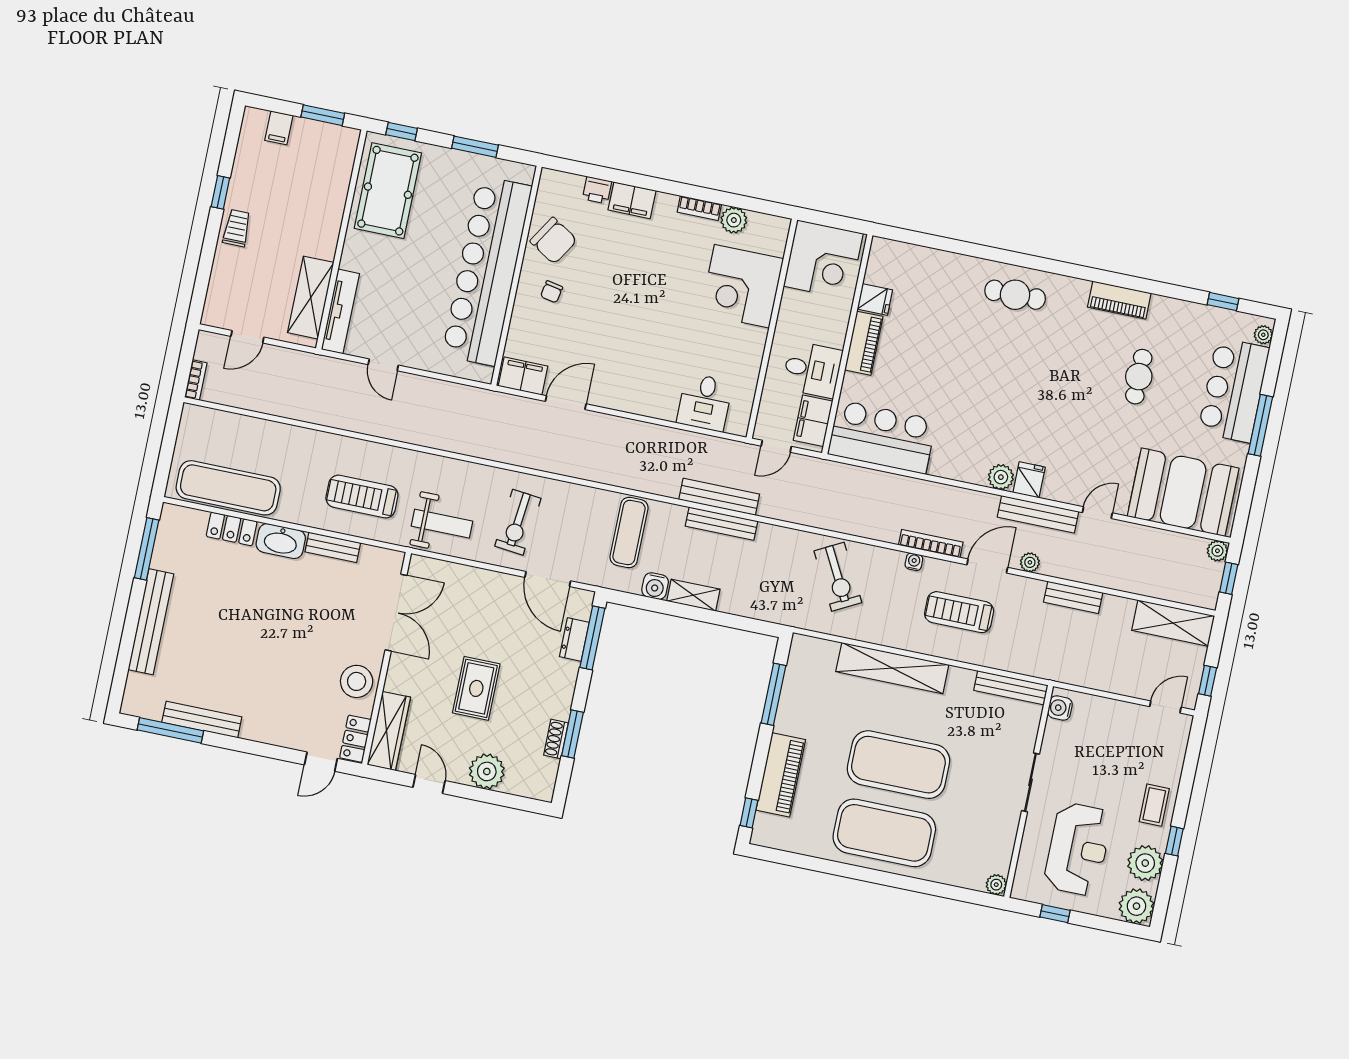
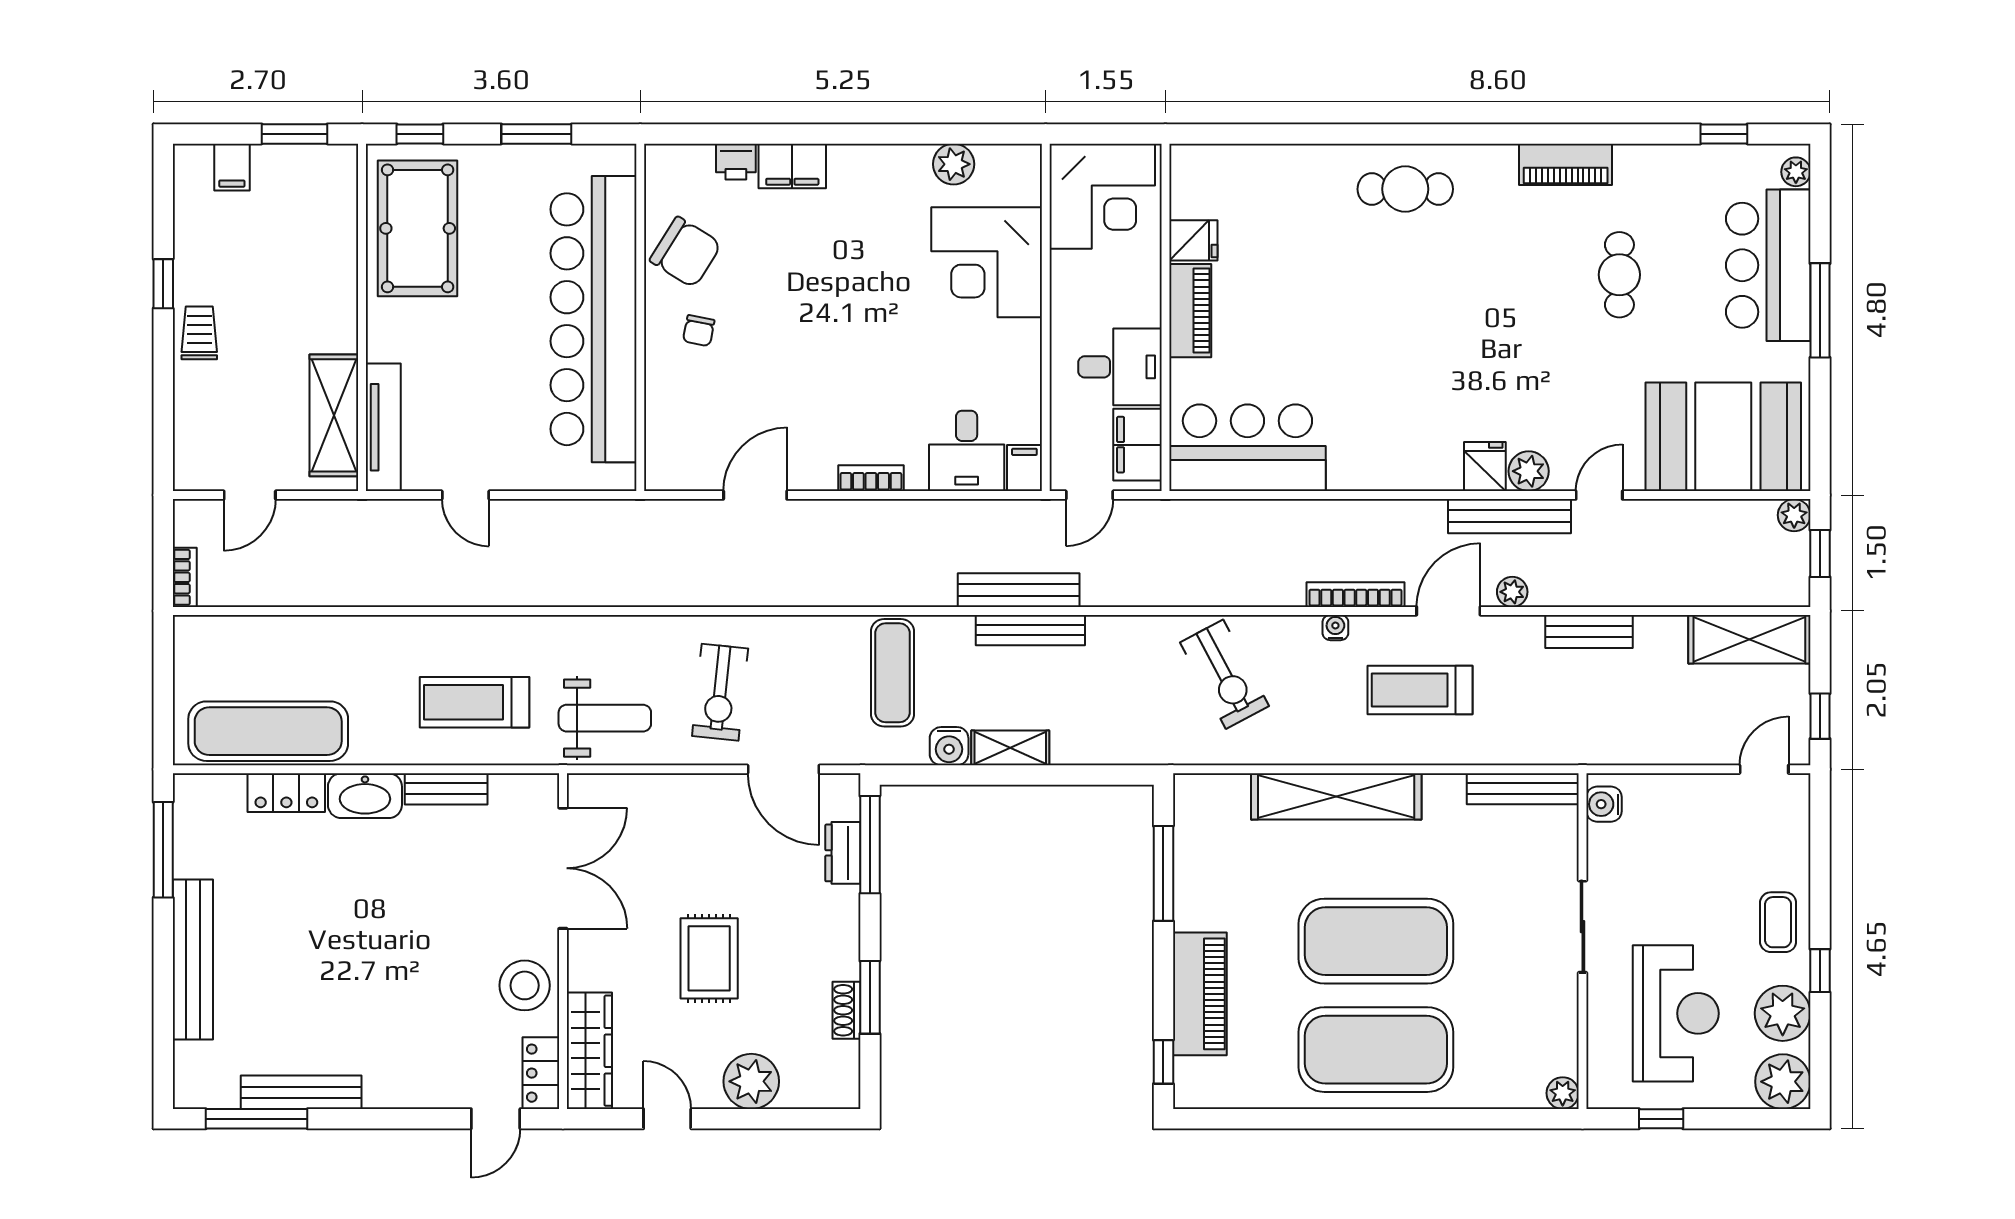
bookcase: (699, 208) -> (871, 478), moved, turned 180
filing cabinet: (523, 376) -> (1024, 468), moved, width x0.50
plant: (1001, 477) -> (1529, 471), moved

